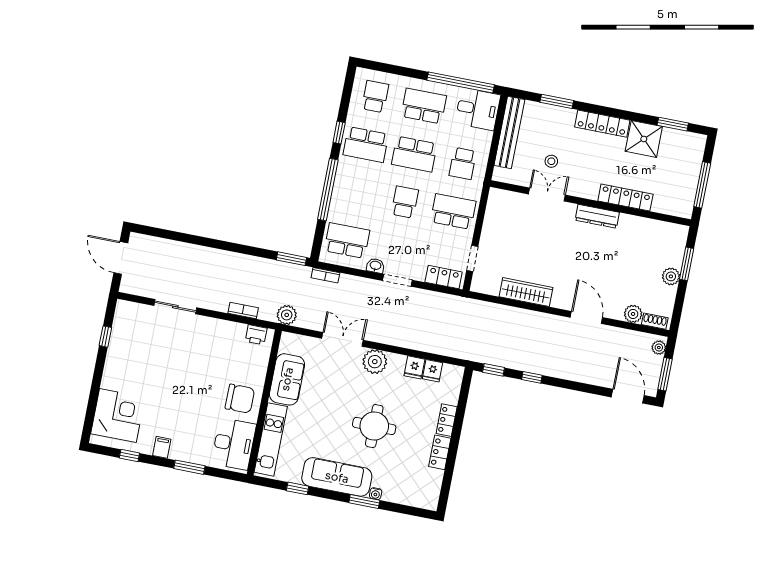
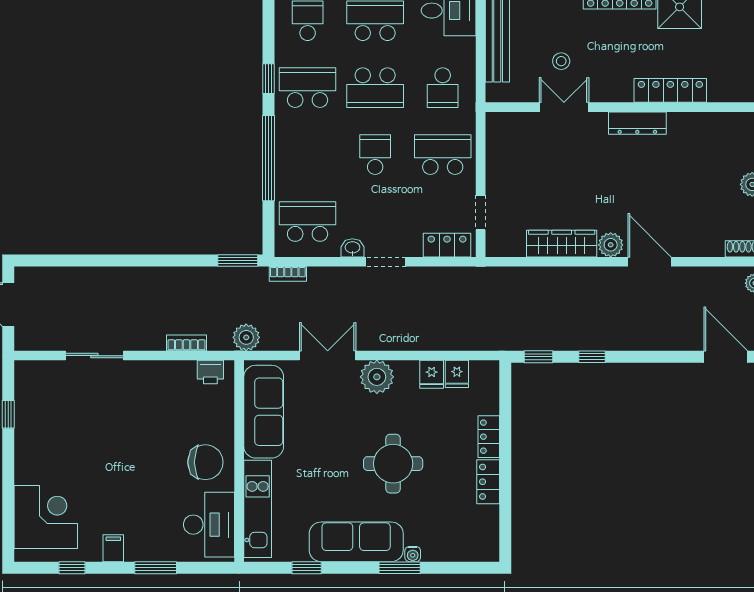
school desk: (366, 145) -> (308, 88), turned 180
plant: (633, 314) -> (611, 245), moved
sofa: (287, 379) -> (264, 412), width x1.36

